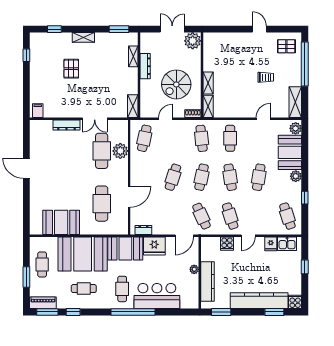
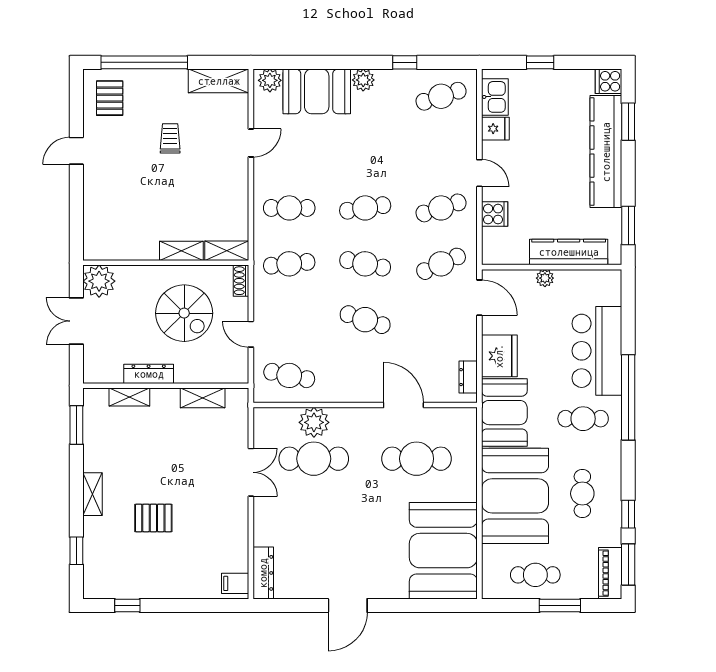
shelving: (133, 106) -> (203, 398), moved
door: (263, 119) -> (251, 143), swing flipped
dresser: (66, 125) -> (263, 573), moved
cafe table: (259, 177) -> (365, 152), removed
booth: (61, 222) -> (443, 551), width x1.36, depth x1.42

